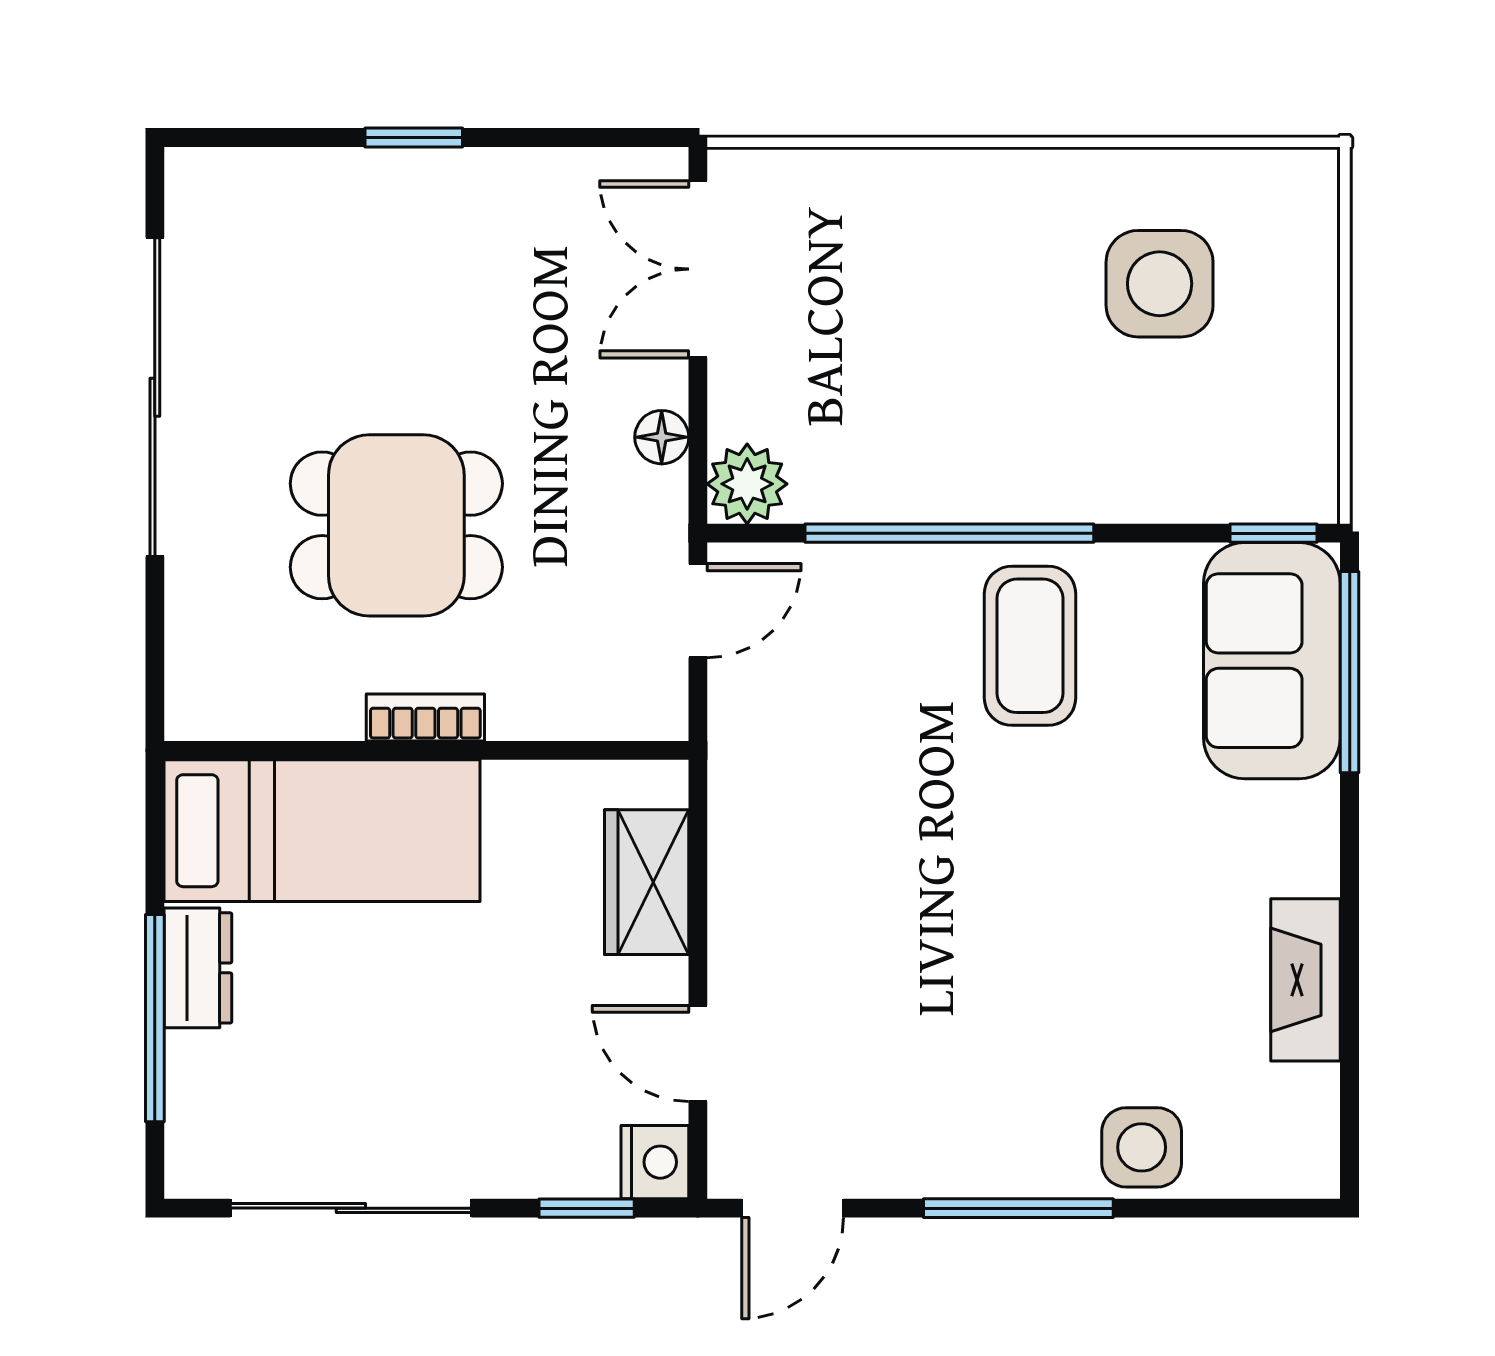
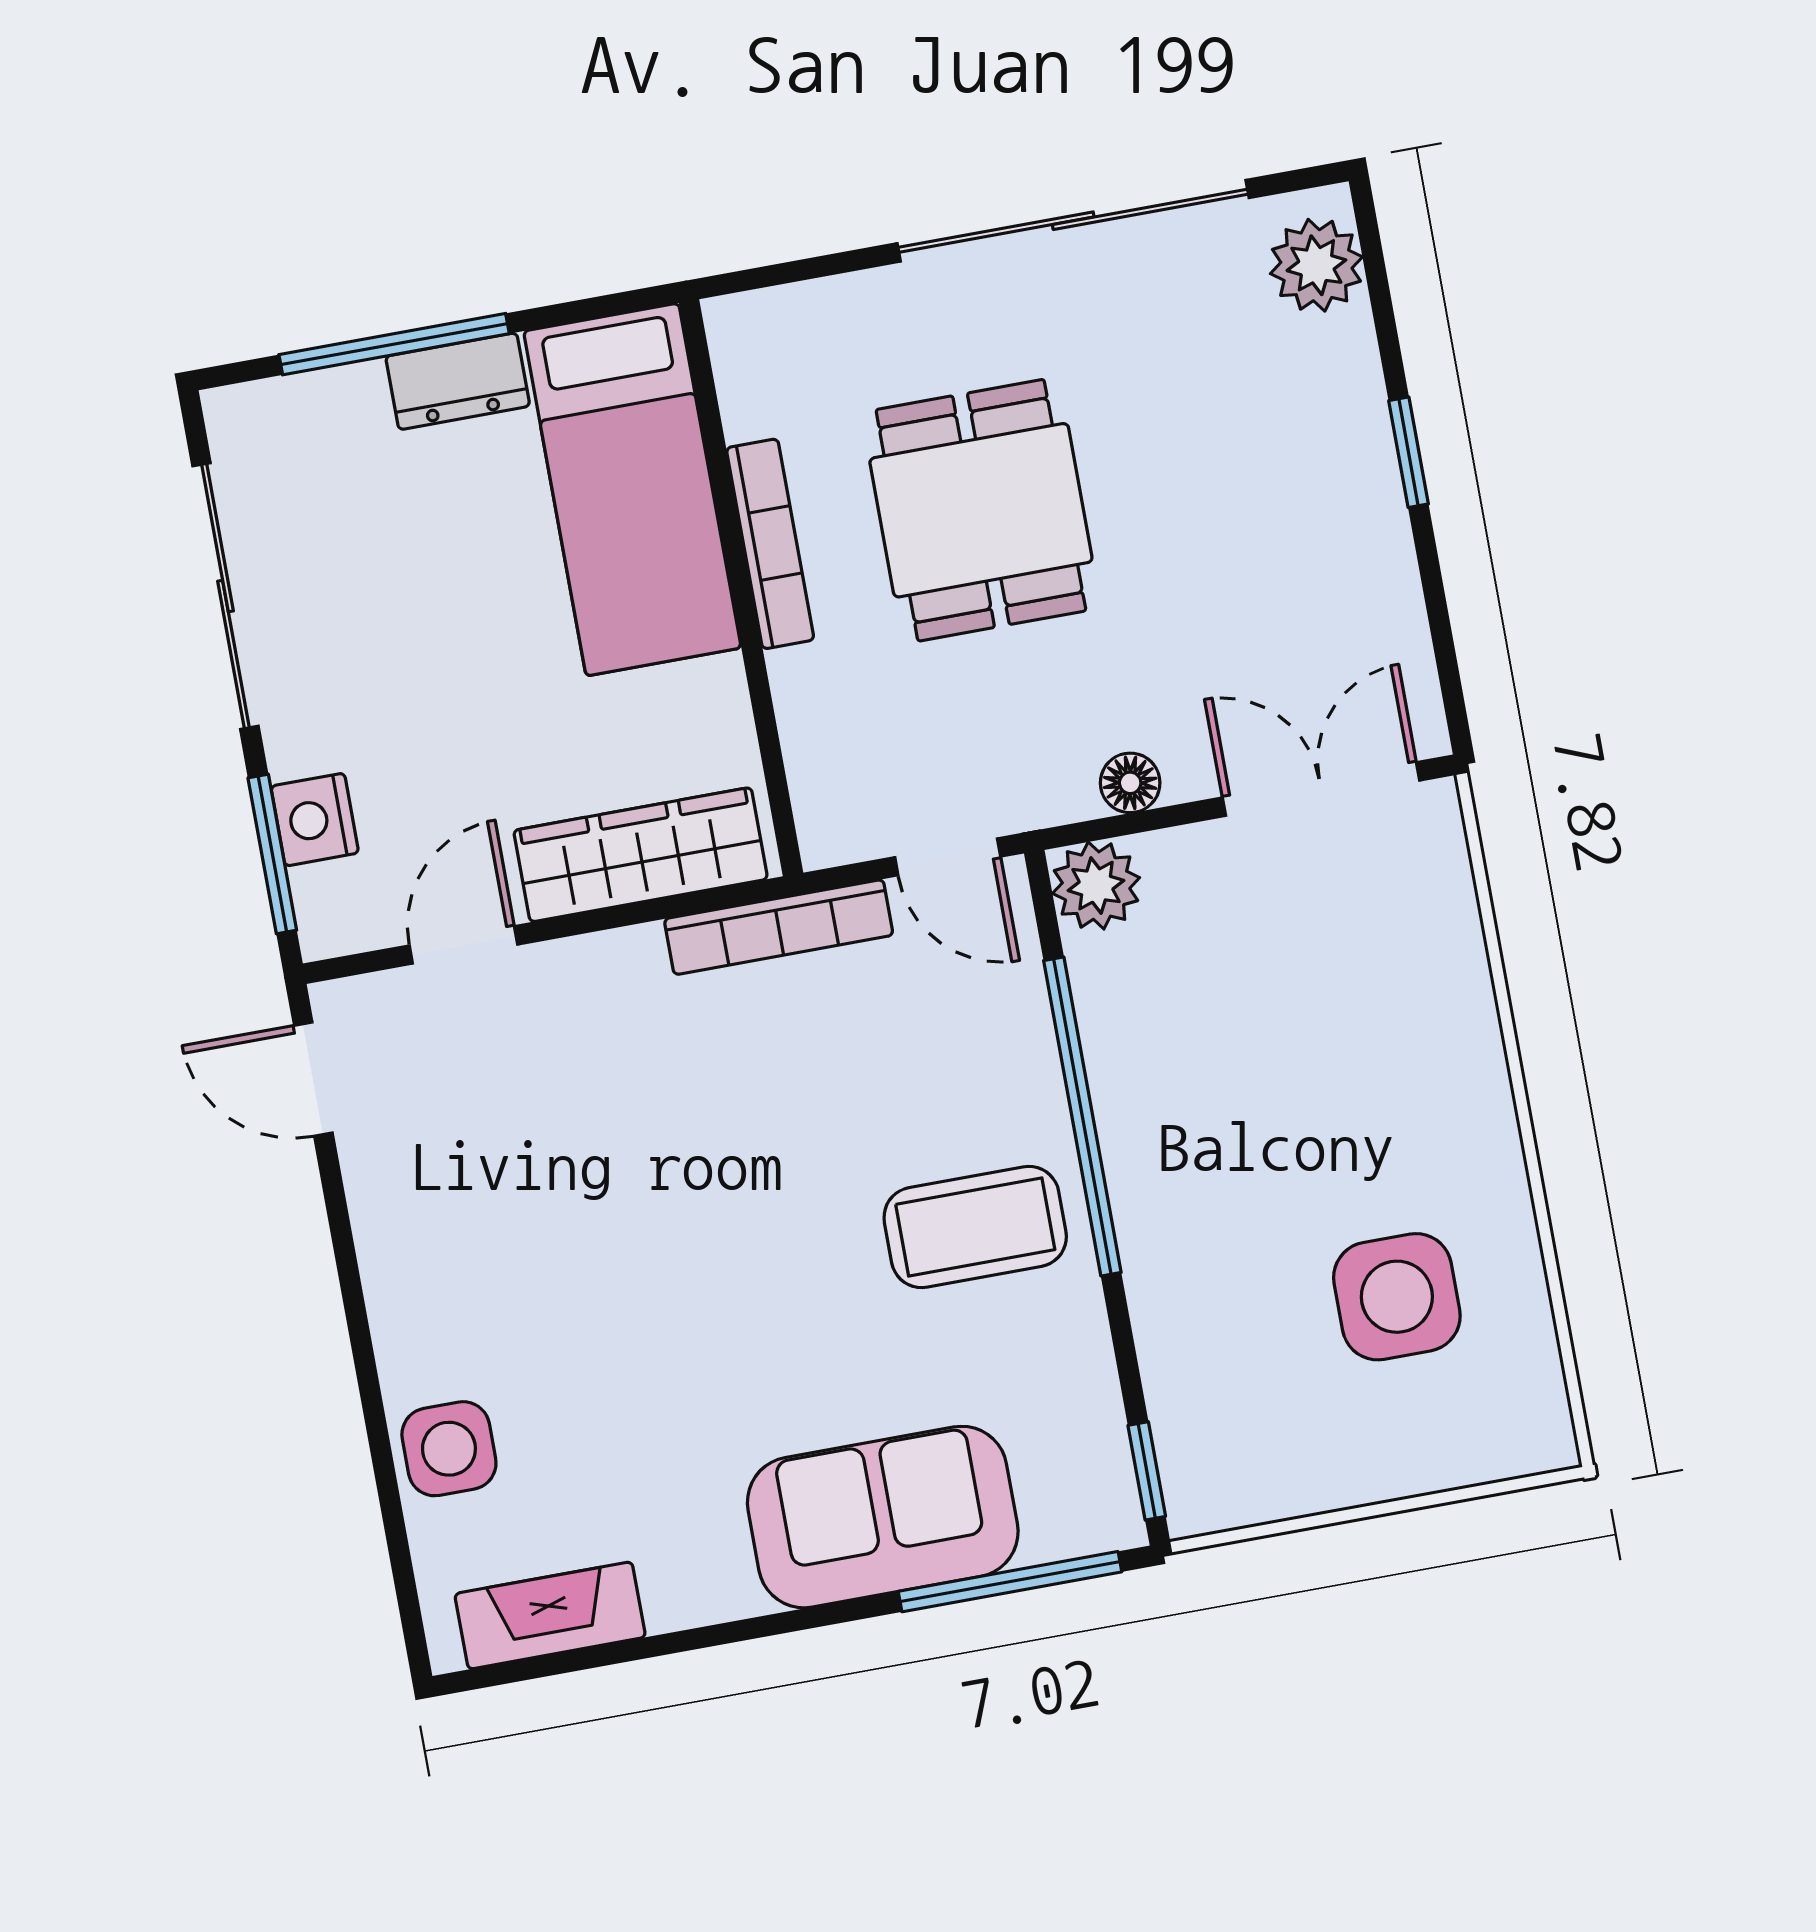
plant: (233, 189) -> (1316, 265), added
sofa: (1272, 661) -> (883, 1517), moved
bookcase: (425, 717) -> (770, 544), width x1.56
bookcase: (733, 772) -> (779, 927), added
wardrobe: (647, 882) -> (641, 855), width x1.50
fireplace: (1306, 980) -> (550, 1615), moved
nightstand: (655, 1162) -> (315, 820), moved, turned 90
window: (587, 1208) -> (272, 854), width x1.50
window: (1018, 1208) -> (358, 1326), removed

